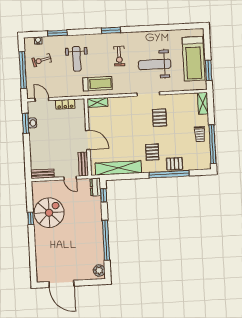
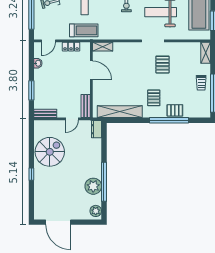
treadmill: (98, 84) -> (84, 30), moved
door: (42, 100) -> (48, 41), swing flipped
window: (26, 123) -> (31, 90), moved
door: (88, 140) -> (91, 70), moved
door: (70, 178) -> (72, 119), hinge flipped
window: (104, 195) -> (104, 138), removed
window: (31, 218) -> (31, 174), moved
plant: (95, 245) -> (93, 186), added

